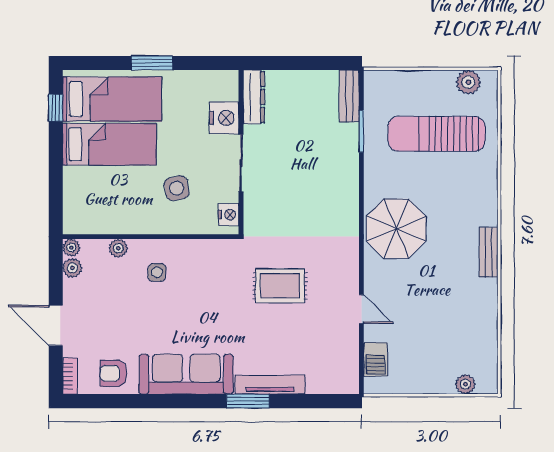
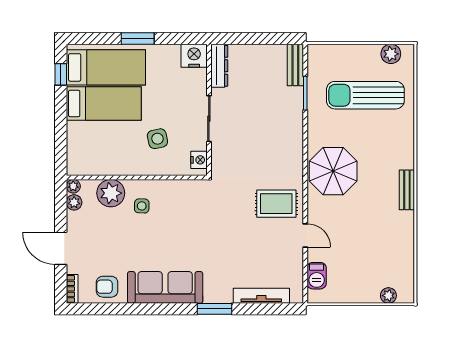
nightstand: (224, 118) -> (194, 56), moved, turned -90
plant: (118, 248) -> (111, 193), width x1.88, depth x1.88
rug: (280, 286) -> (276, 204), moved
tv unit: (270, 385) -> (261, 296), moved

